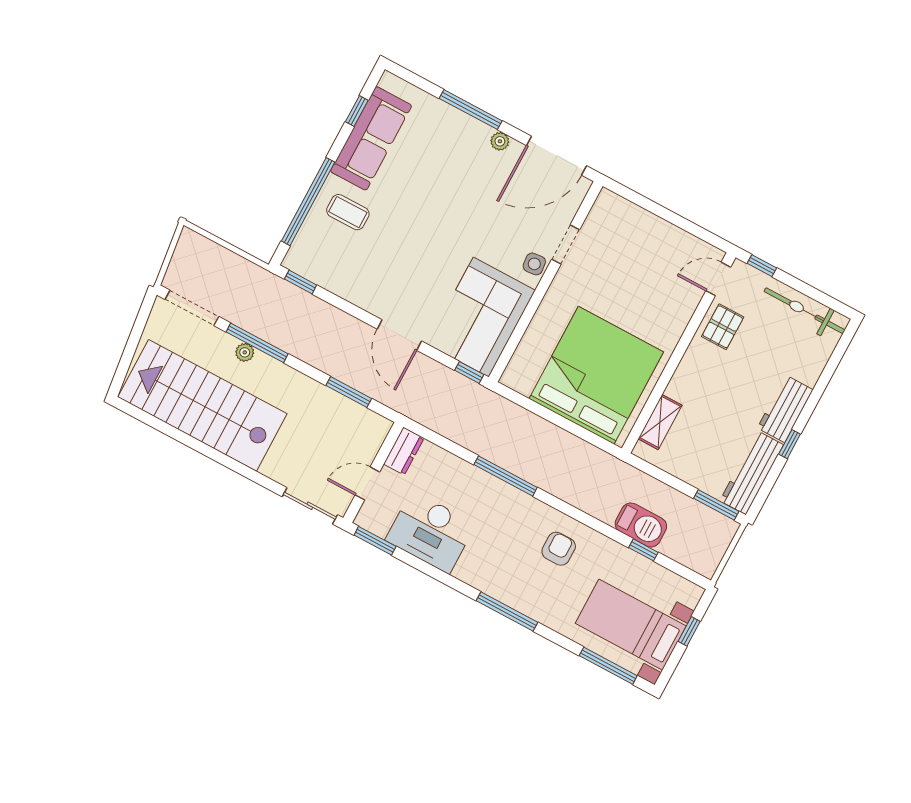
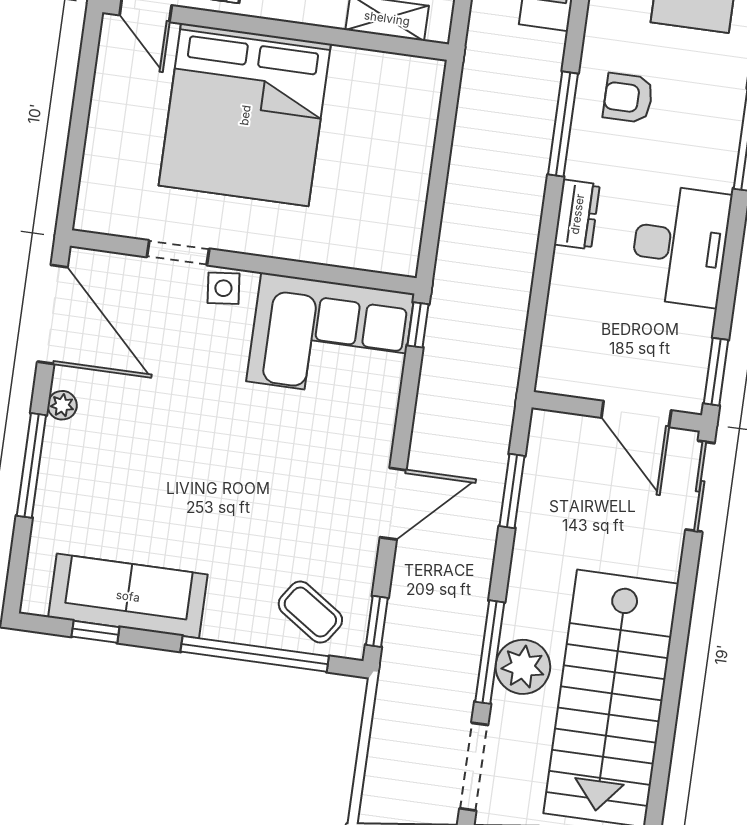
coffee table: (348, 212) -> (310, 612), moved, turned -56
door: (399, 335) -> (393, 504), moved
plant: (245, 352) -> (523, 667), width x1.88, depth x1.88
bed: (596, 375) -> (245, 115), moved, turned -90
dresser: (404, 451) -> (577, 214), moved, turned 90
window: (506, 476) -> (563, 124), moved
door: (367, 483) -> (636, 414), width x1.38
desk: (431, 532) -> (680, 246), moved

